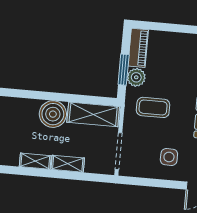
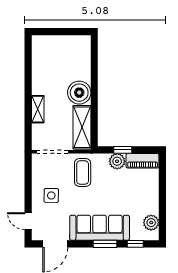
window: (124, 70) -> (123, 150), width x0.67
coffee table: (153, 107) -> (83, 172), moved
shelving: (35, 161) -> (37, 81), removed

